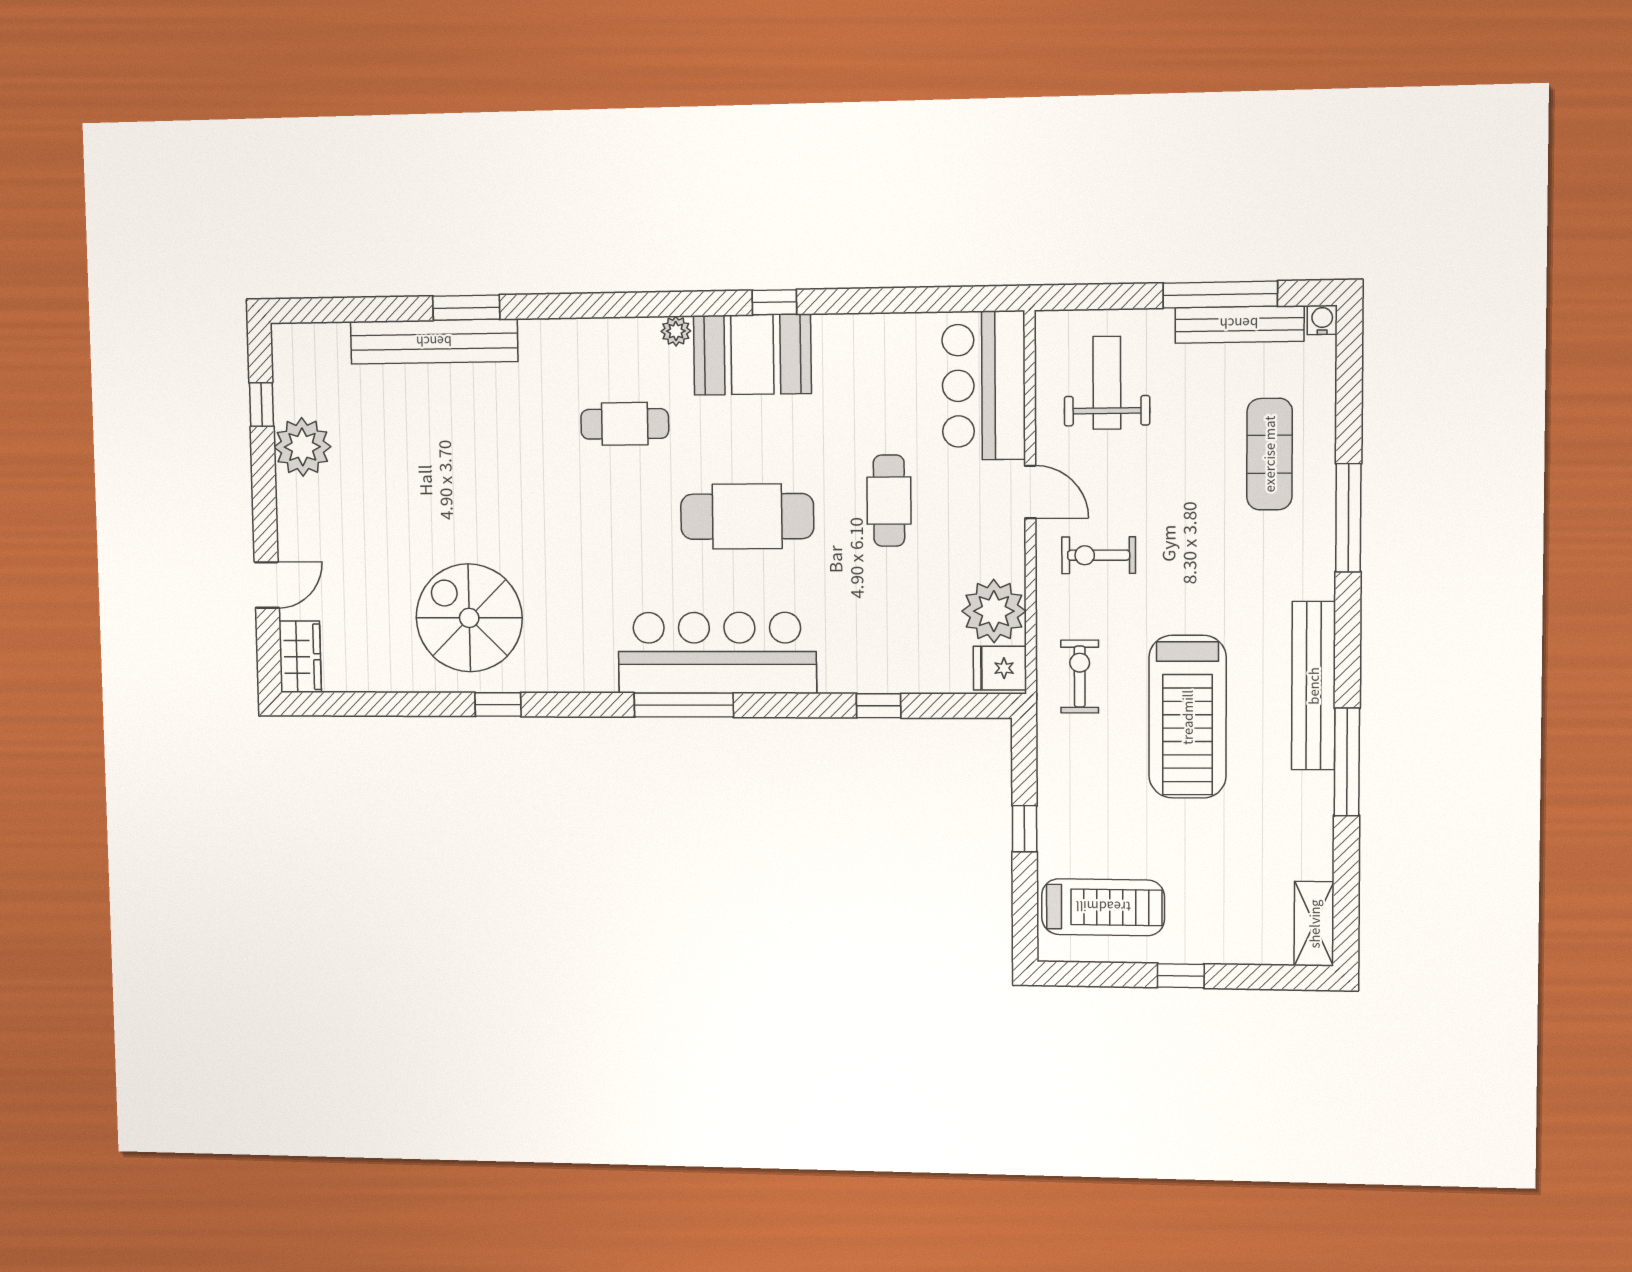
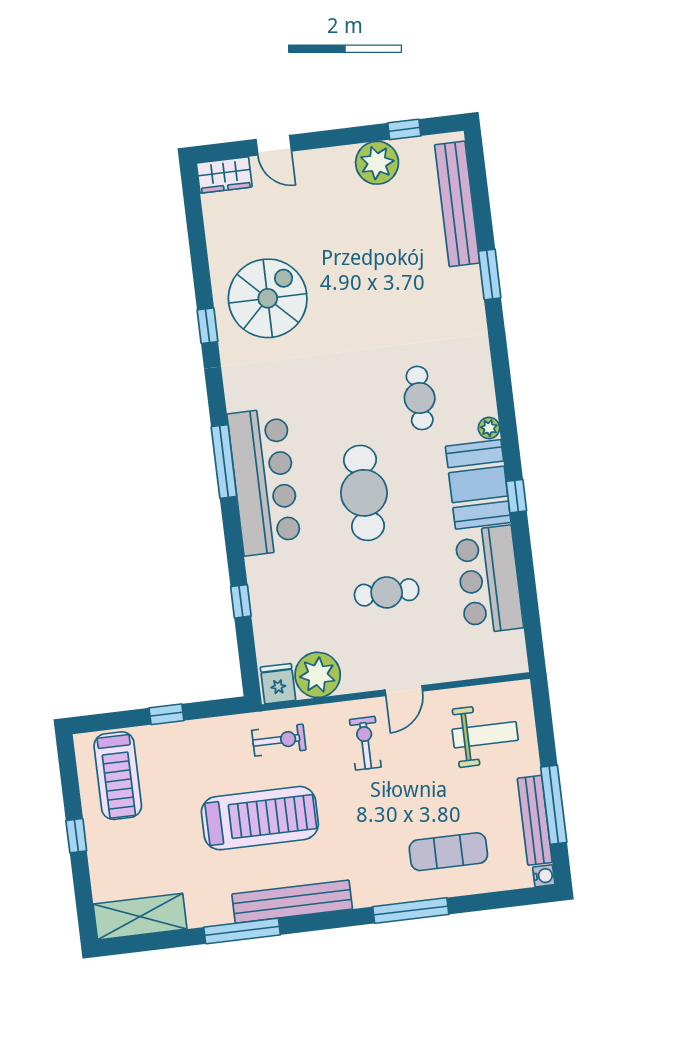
bench: (434, 342) -> (457, 204), moved
bar counter: (984, 386) -> (489, 580), moved, turned -90
treadmill: (1187, 717) -> (260, 818), turned 180
shelving: (1314, 924) -> (140, 917), width x1.50, depth x1.33

